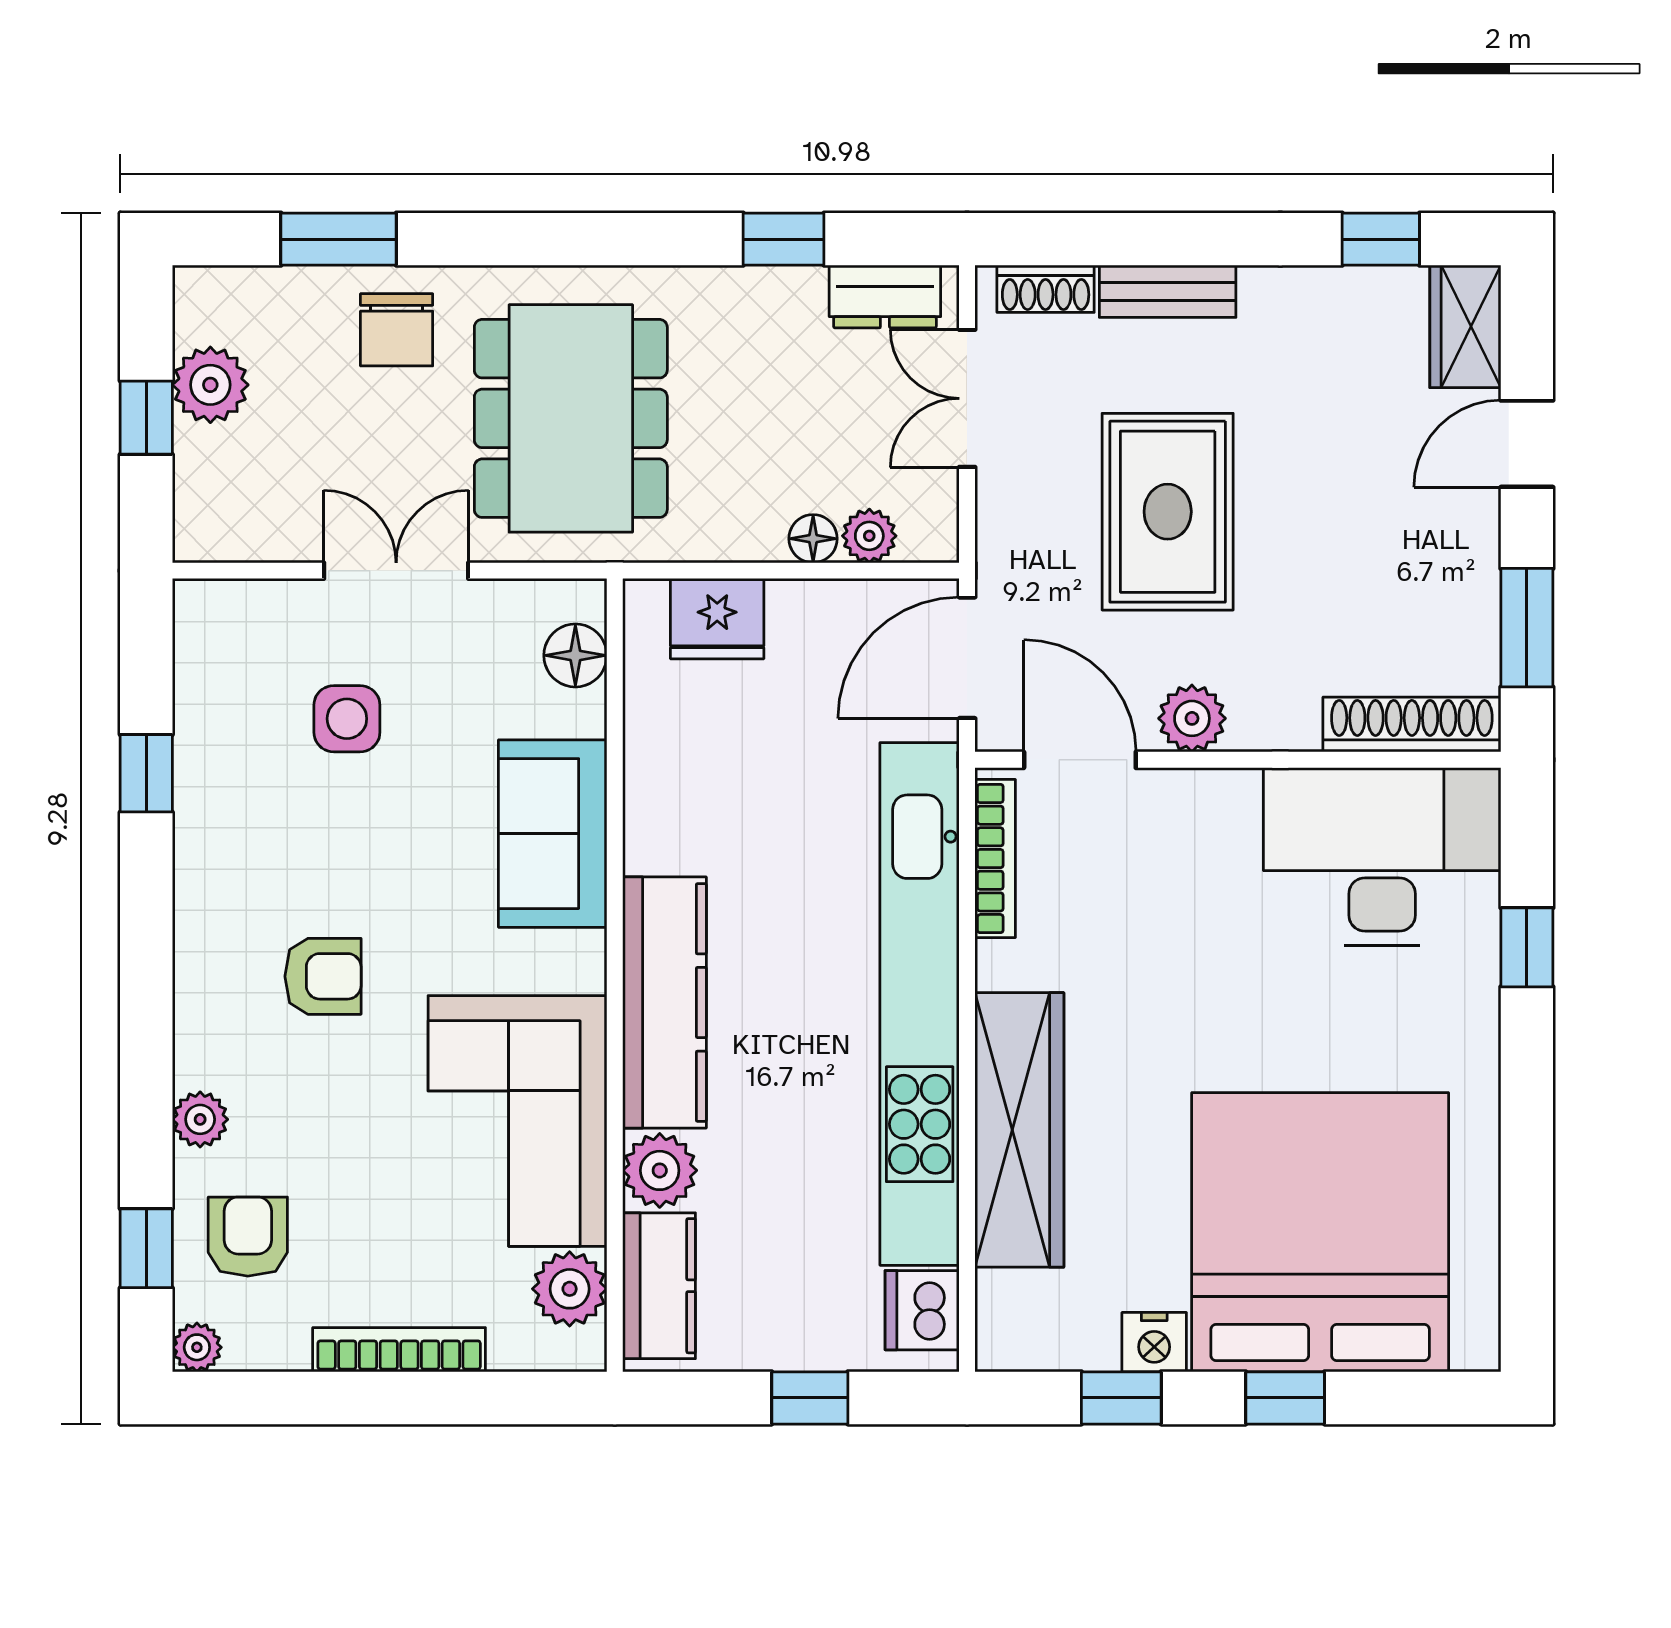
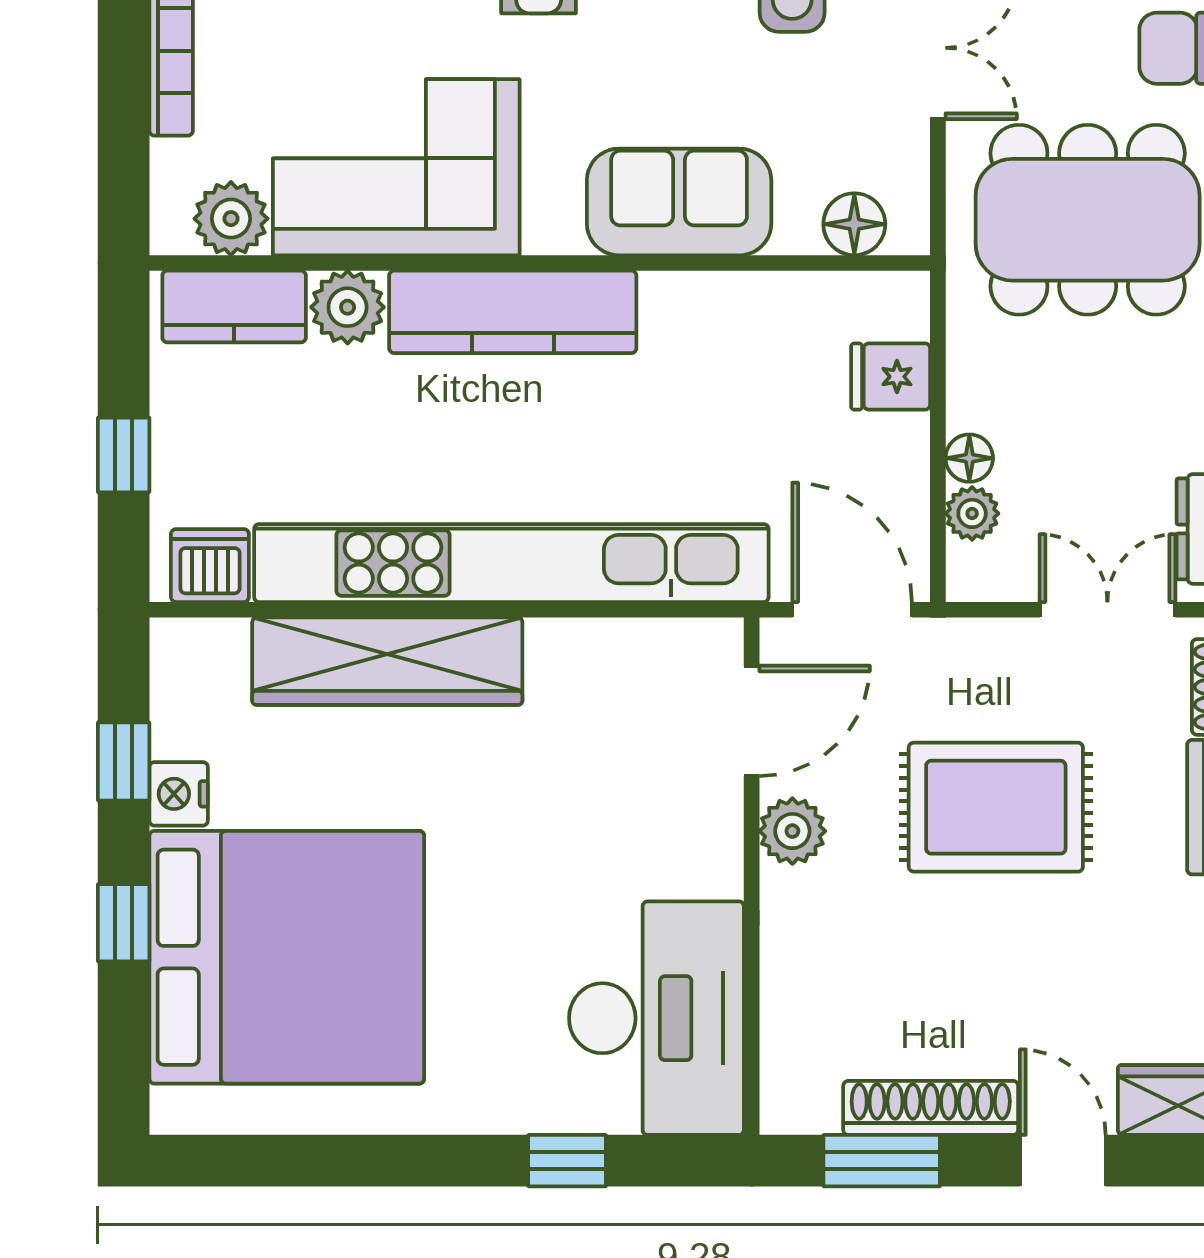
fridge: (717, 619) -> (891, 377), width x0.72
shoe rack: (1412, 725) -> (931, 1108), moved, turned -90
bookcase: (995, 859) -> (654, 637), removed

